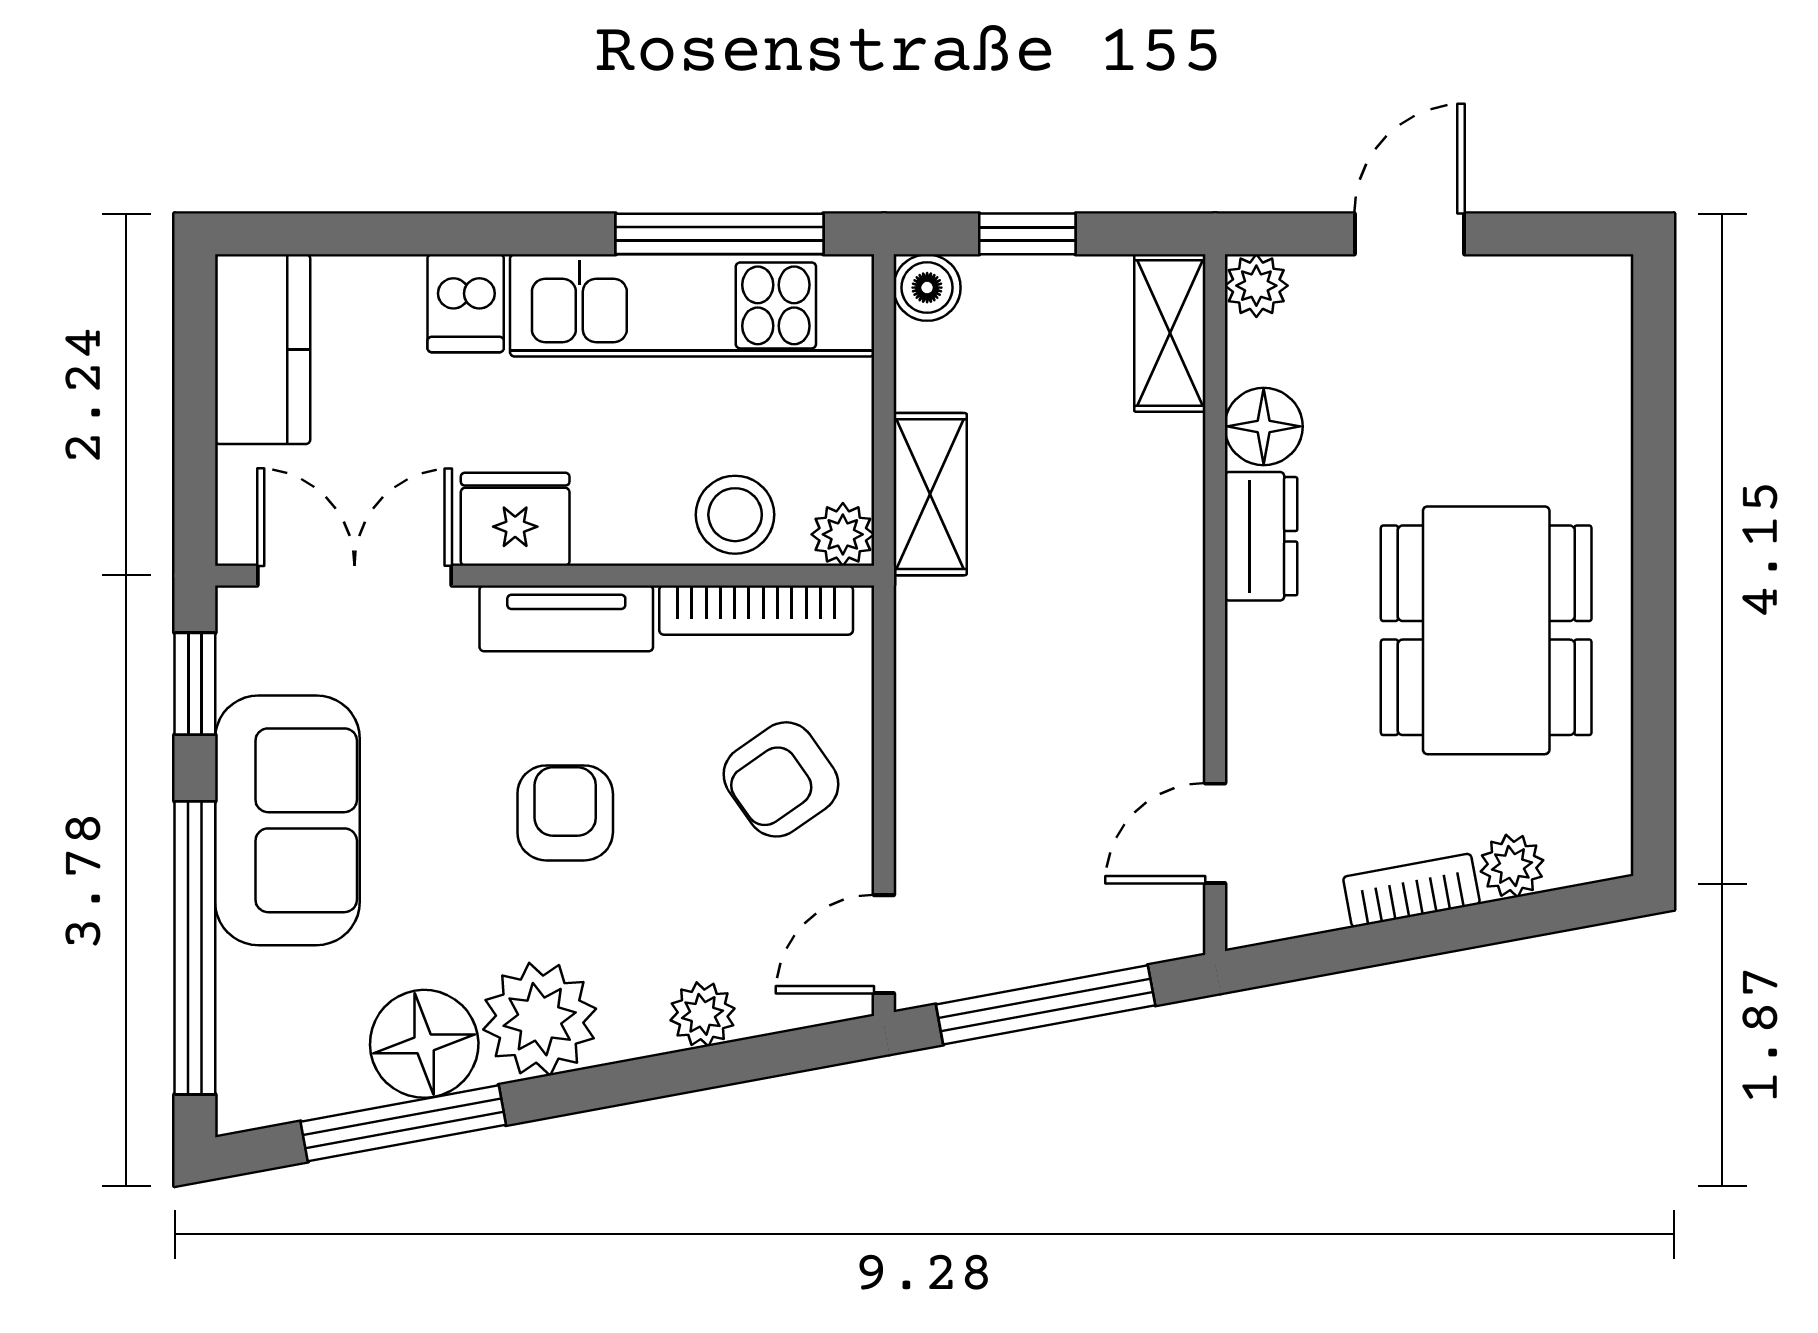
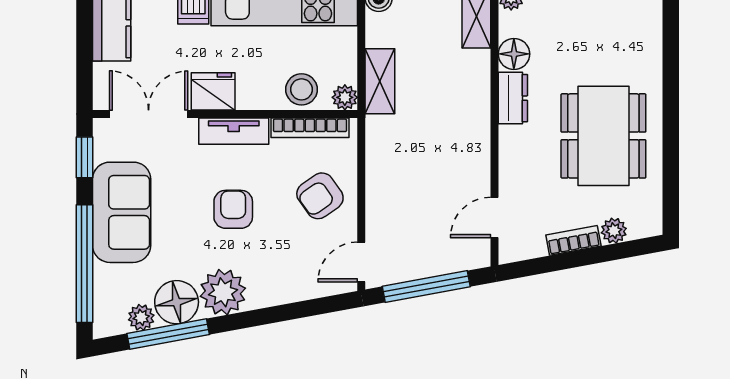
plant: (703, 1014) -> (141, 317), moved

